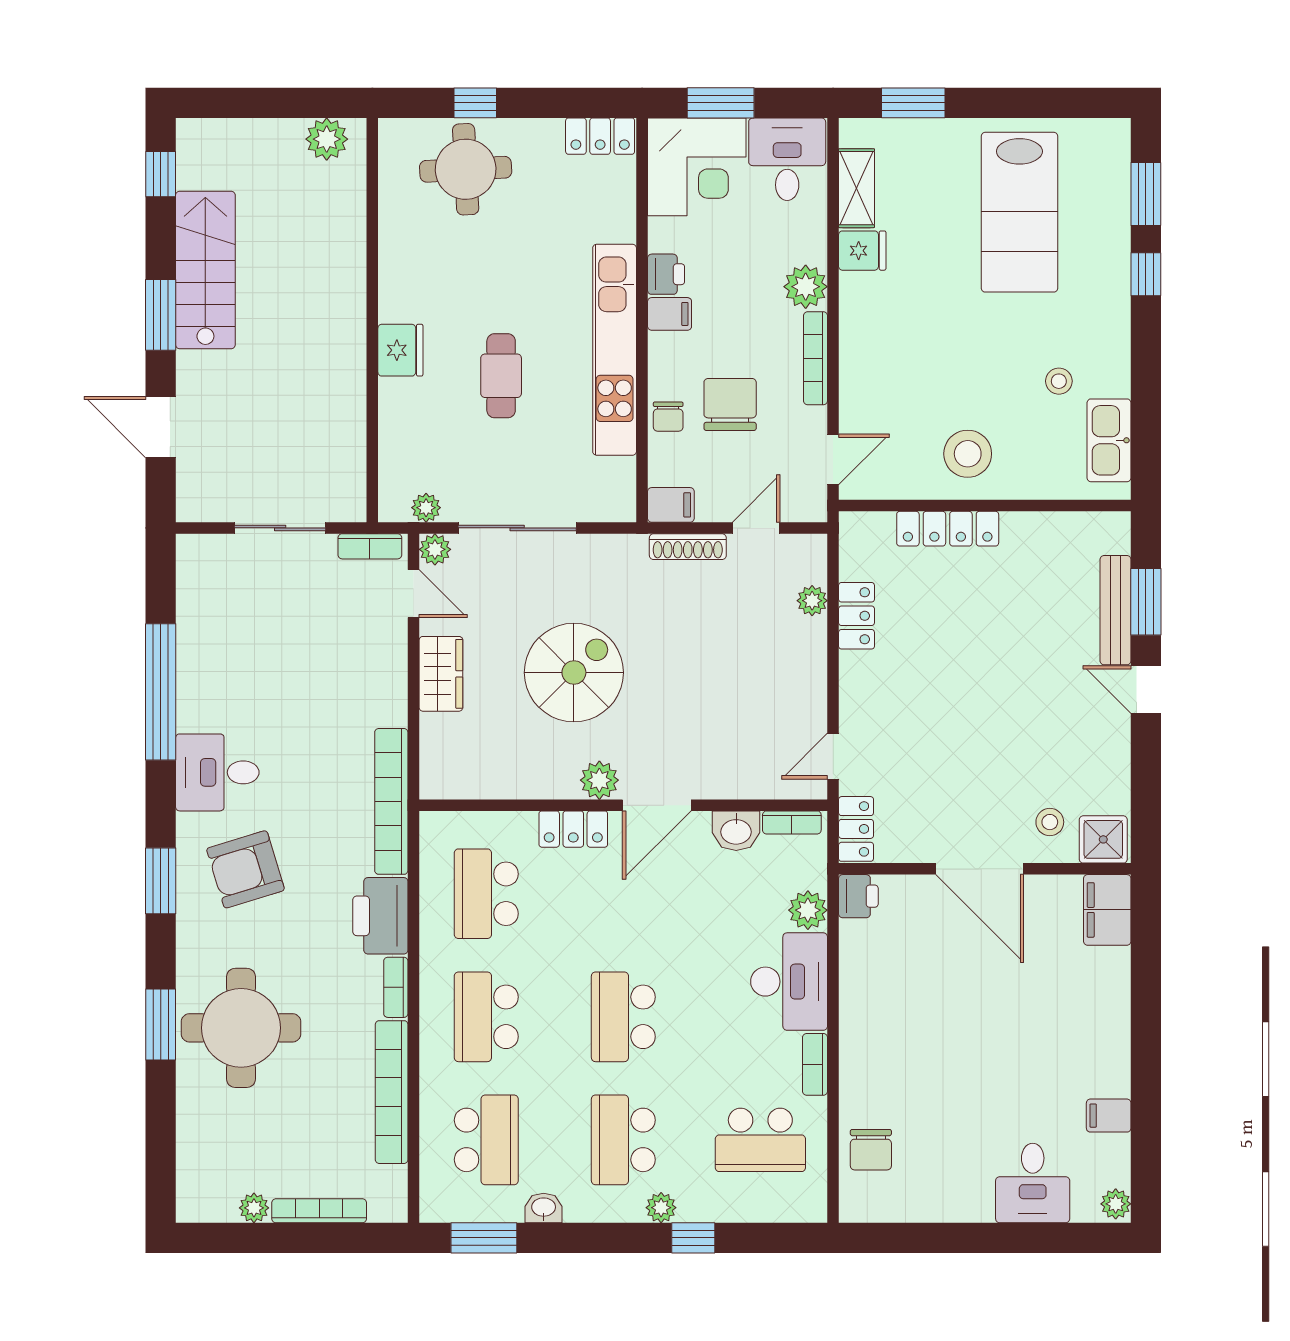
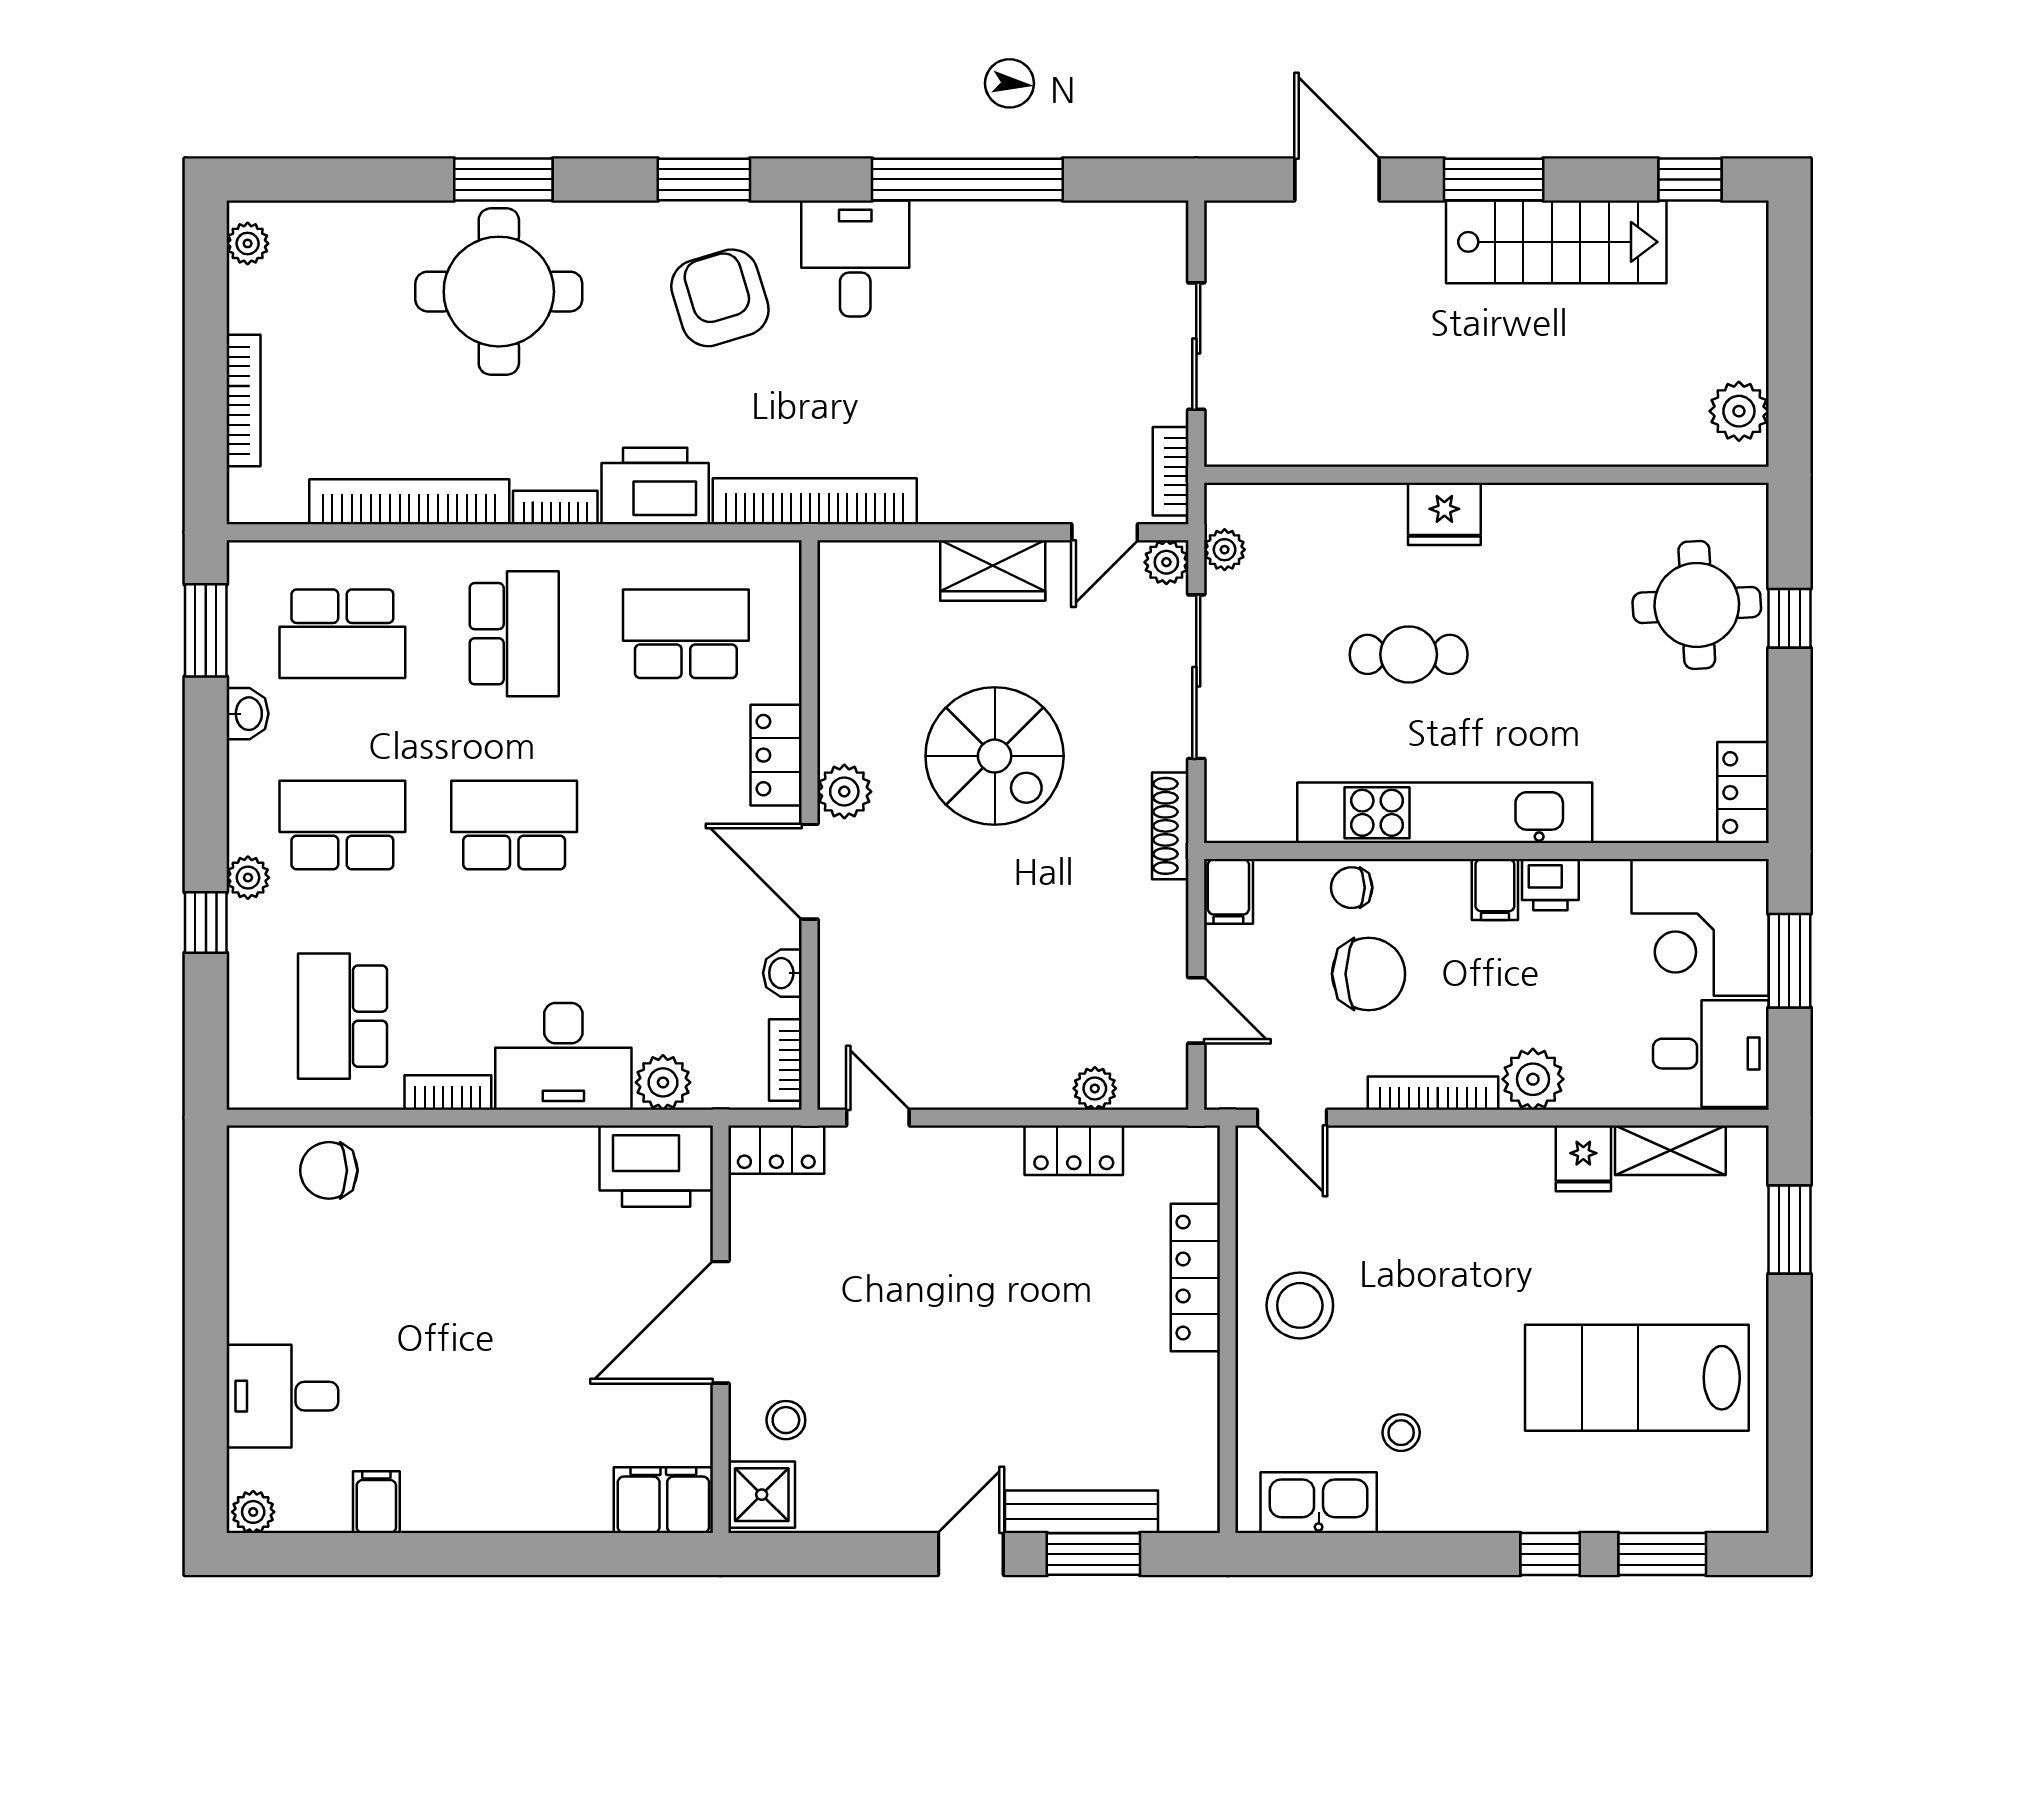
door: (161, 427) -> (1337, 179), hinge flipped
shoe rack: (688, 547) -> (1170, 826), moved
washbasin: (736, 831) -> (782, 973), width x0.72, depth x0.69
printer: (858, 896) -> (656, 1166), width x1.87, depth x1.48
school desk: (486, 1017) -> (514, 634), turned 90
plant: (254, 1208) -> (248, 243), moved

